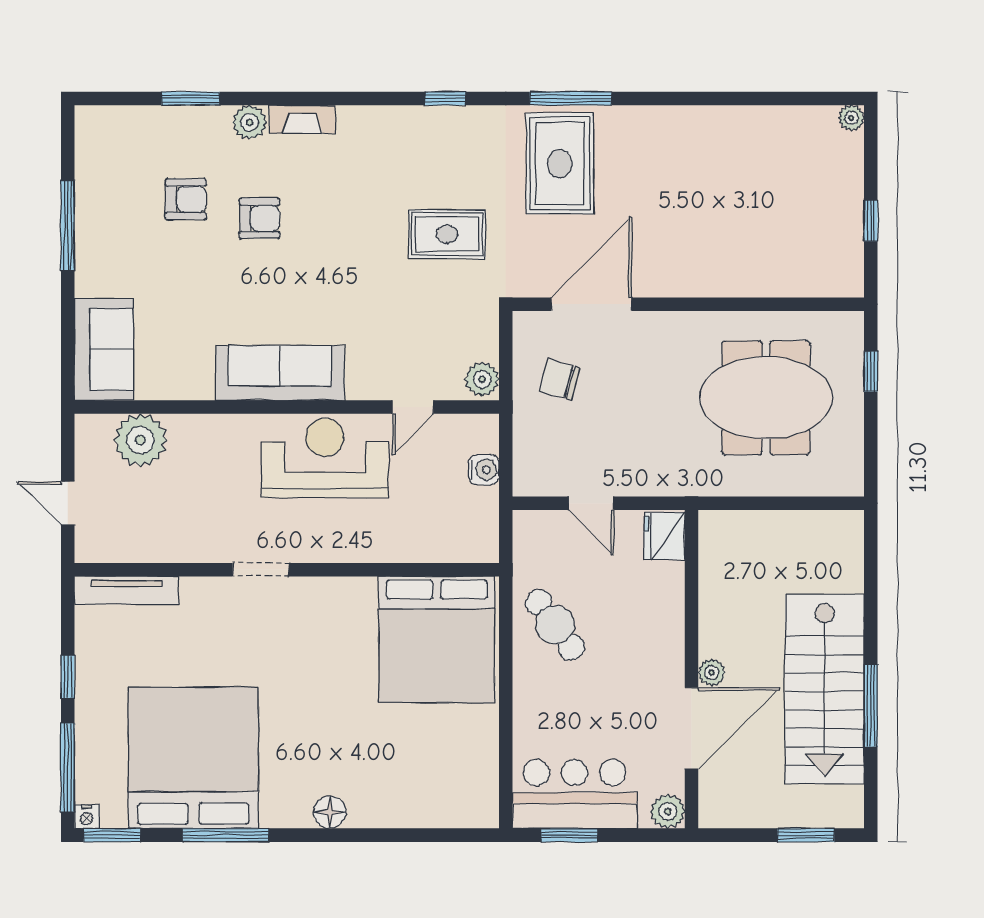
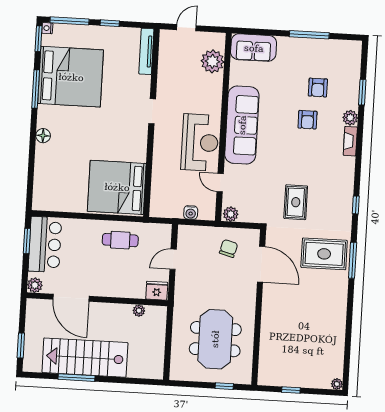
sofa: (280, 373) -> (242, 125), width x1.36, depth x1.27
cafe table: (555, 625) -> (120, 240), turned 36
plant: (712, 673) -> (139, 311), moved

